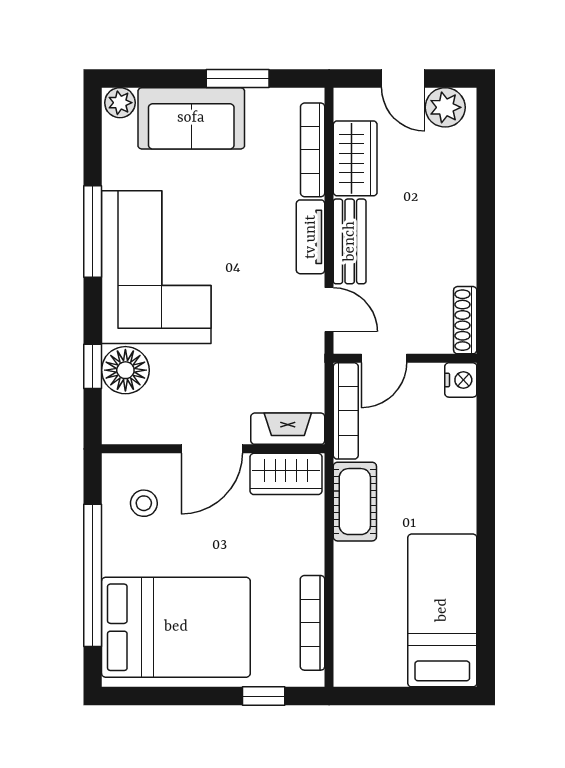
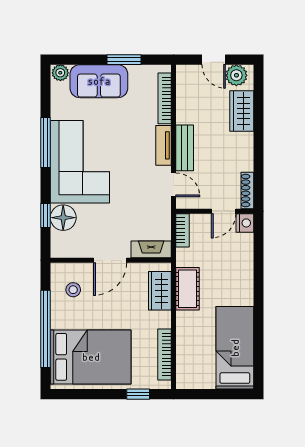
wardrobe: (355, 158) -> (242, 111), moved, turned 180
door: (384, 358) -> (224, 211), moved
bookcase: (346, 411) -> (183, 230), width x0.64
wardrobe: (286, 474) -> (160, 291), moved, turned 90

